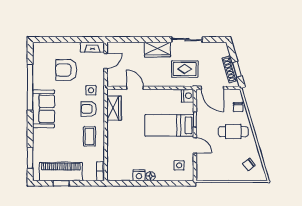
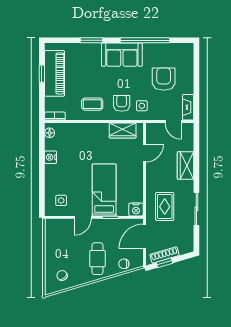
wardrobe: (157, 50) -> (186, 166), moved
window: (30, 158) -> (91, 40), moved
floor lamp: (151, 176) -> (50, 133), moved

